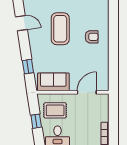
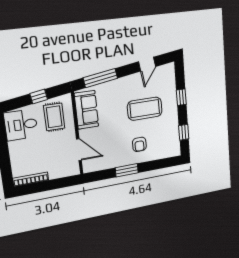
window: (113, 51) -> (127, 170), added
window: (28, 67) -> (100, 78), width x2.17

